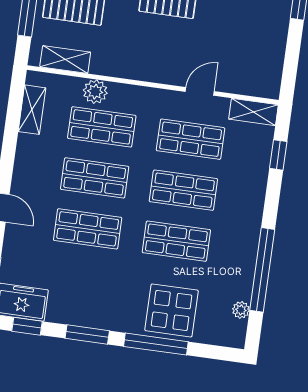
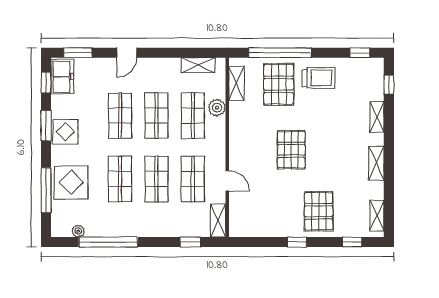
display table: (99, 309) -> (65, 132), added
window: (156, 344) -> (46, 190), moved

